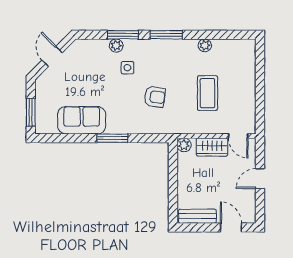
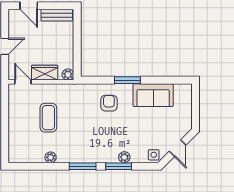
side table: (127, 68) -> (154, 155), moved
armchair: (155, 97) -> (109, 103), moved, turned 82
window: (31, 112) -> (195, 102), removed

